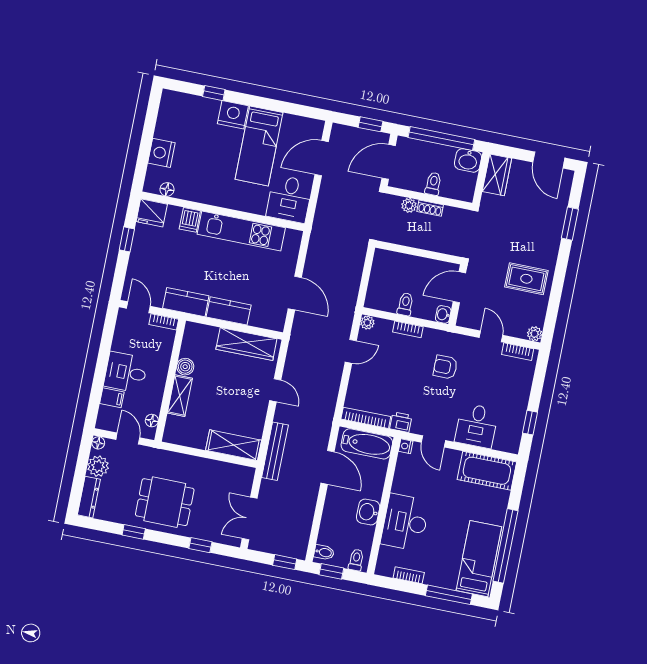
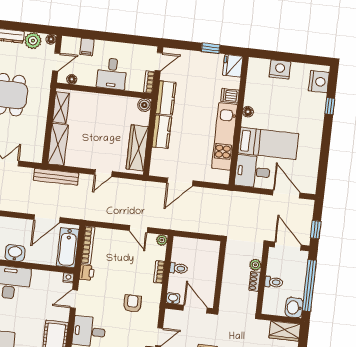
nightstand: (233, 115) -> (319, 82), moved
bed: (259, 146) -> (268, 143), moved, turned 180
floor lamp: (167, 189) -> (248, 112), moved
boiler: (185, 367) -> (144, 105), moved
desk: (126, 372) -> (112, 74), moved, turned 180
shelving: (180, 396) -> (61, 108), moved, turned 90

